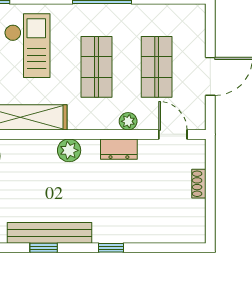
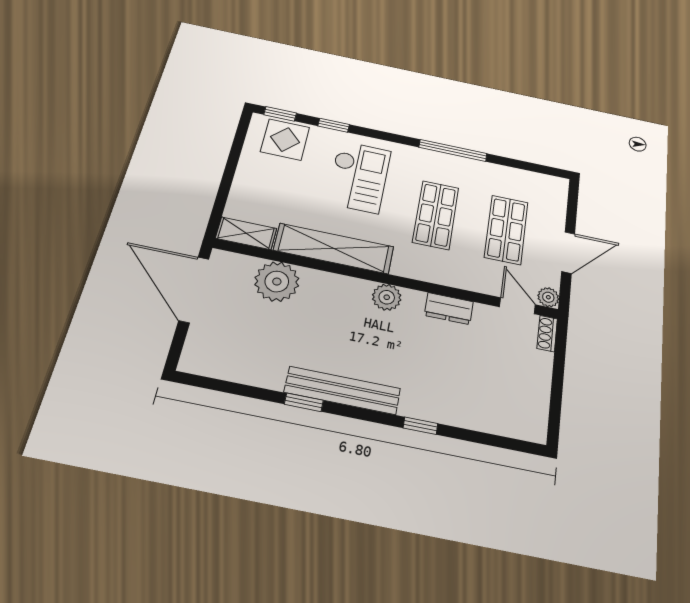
plant: (128, 121) -> (548, 297), moved
shoe rack: (199, 184) -> (547, 334), moved
window: (44, 248) -> (304, 402), moved

